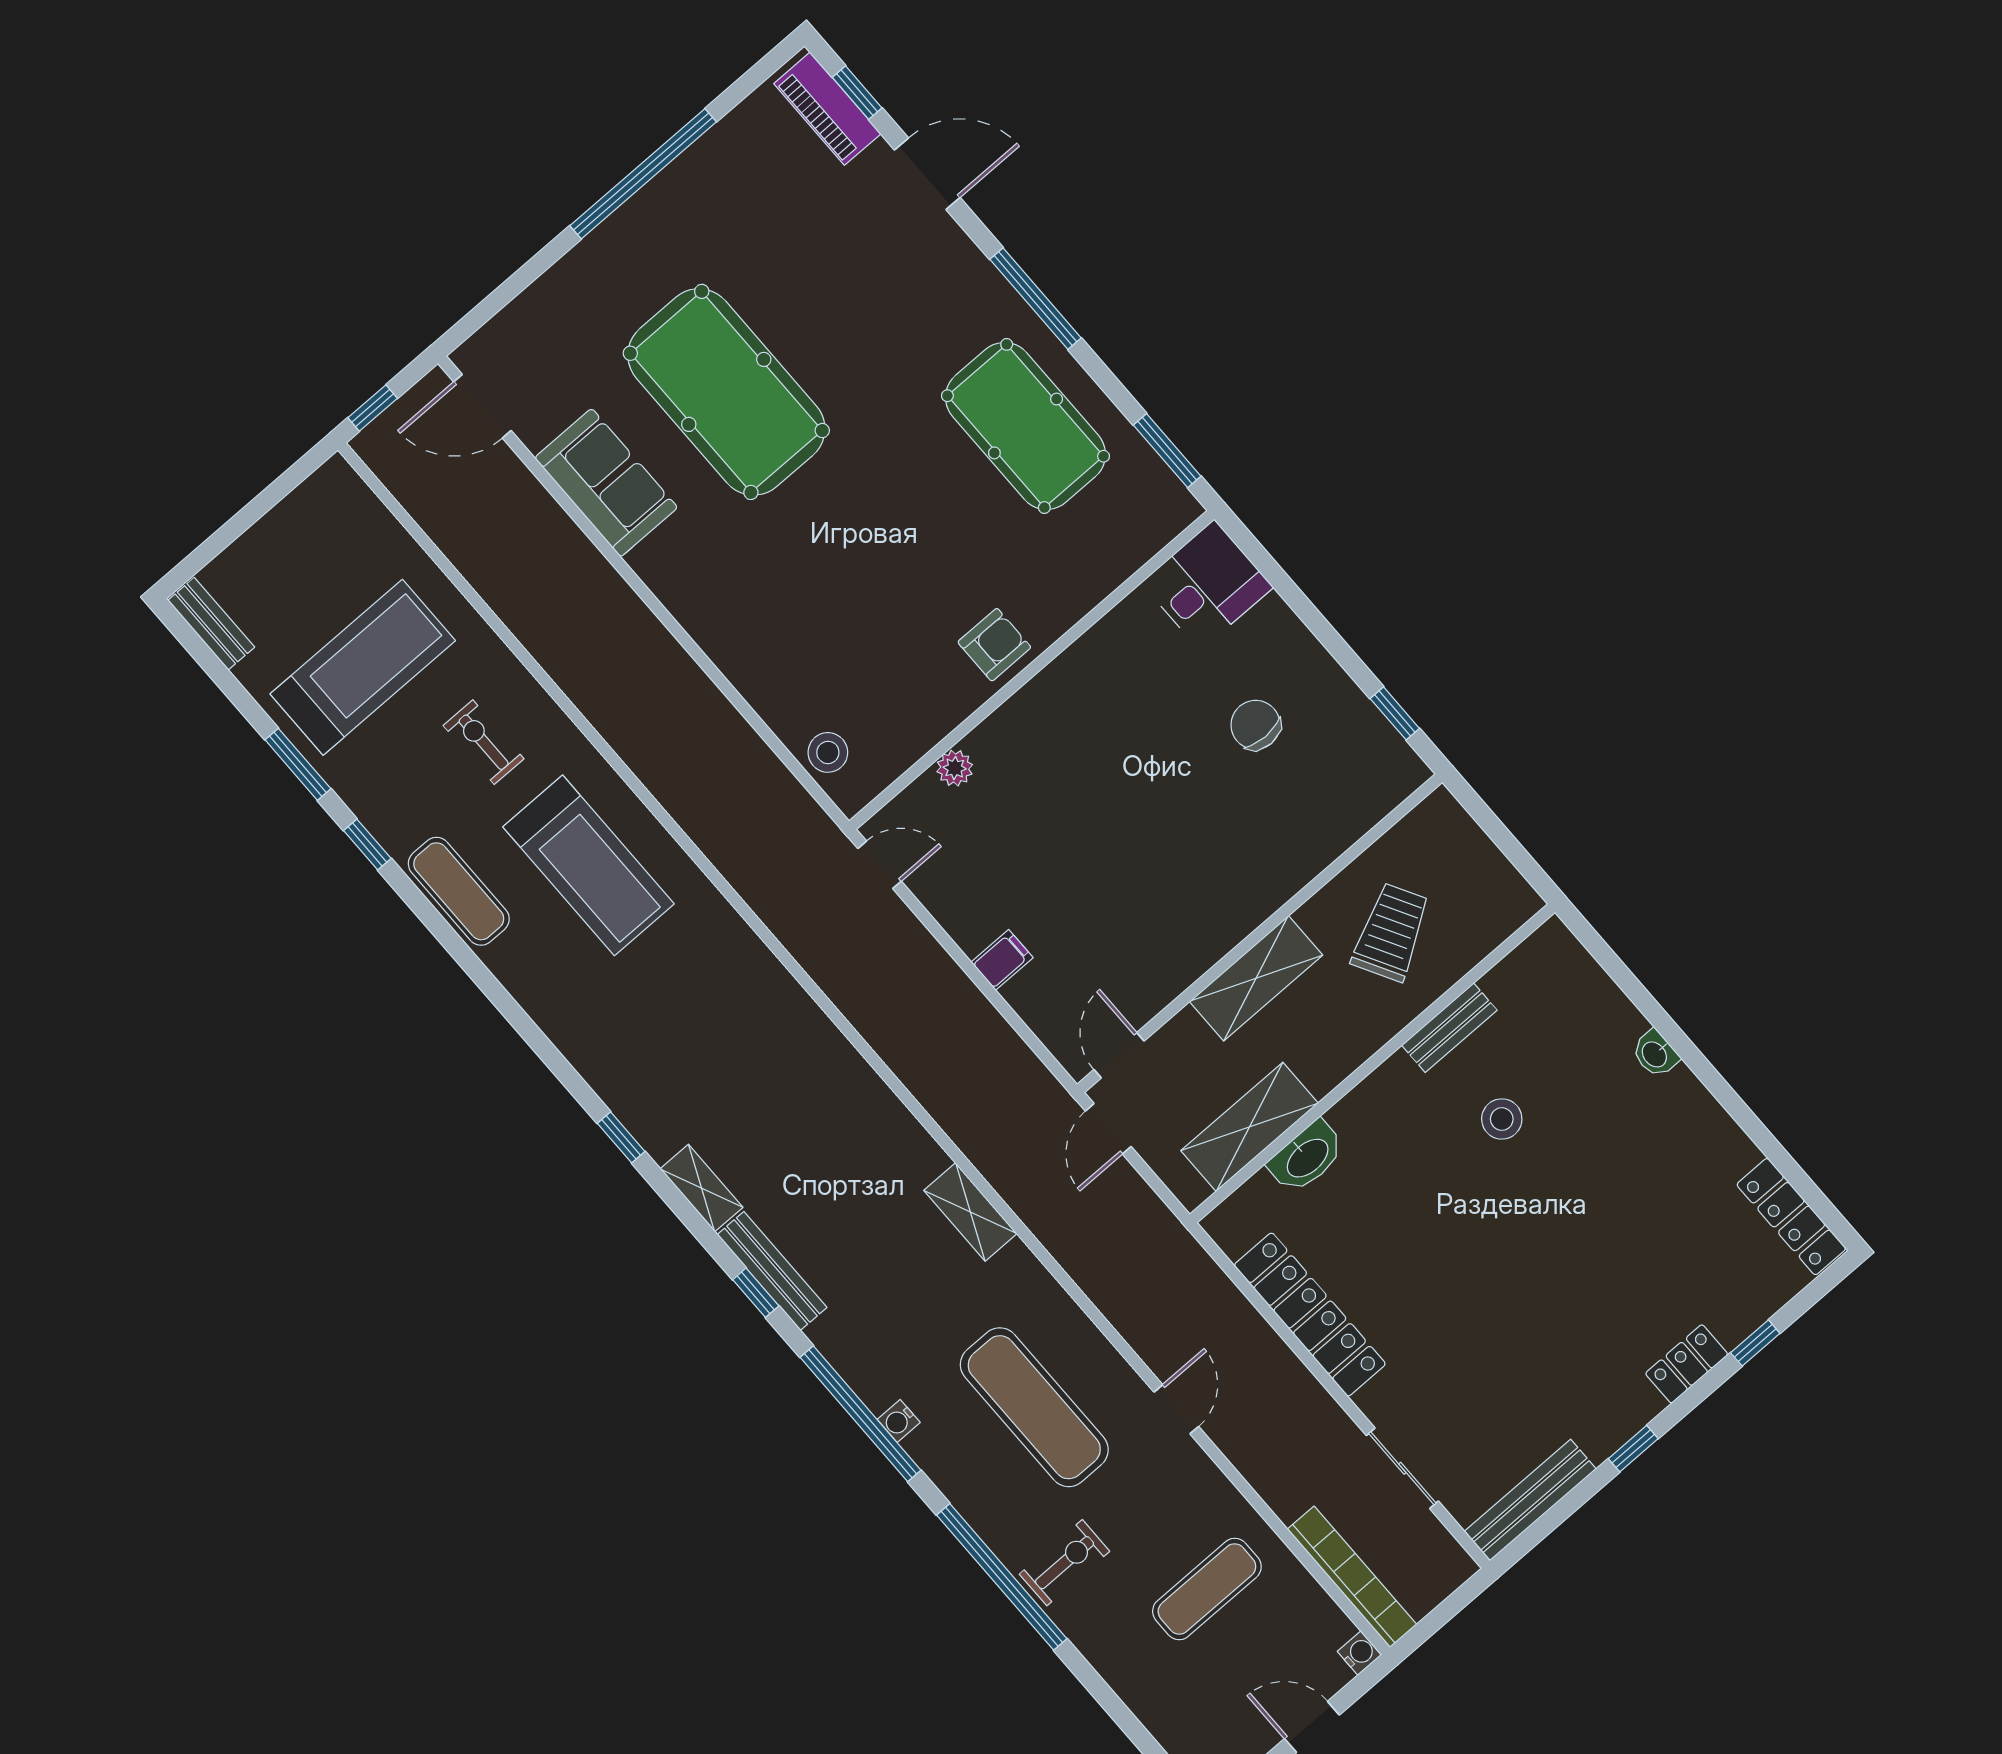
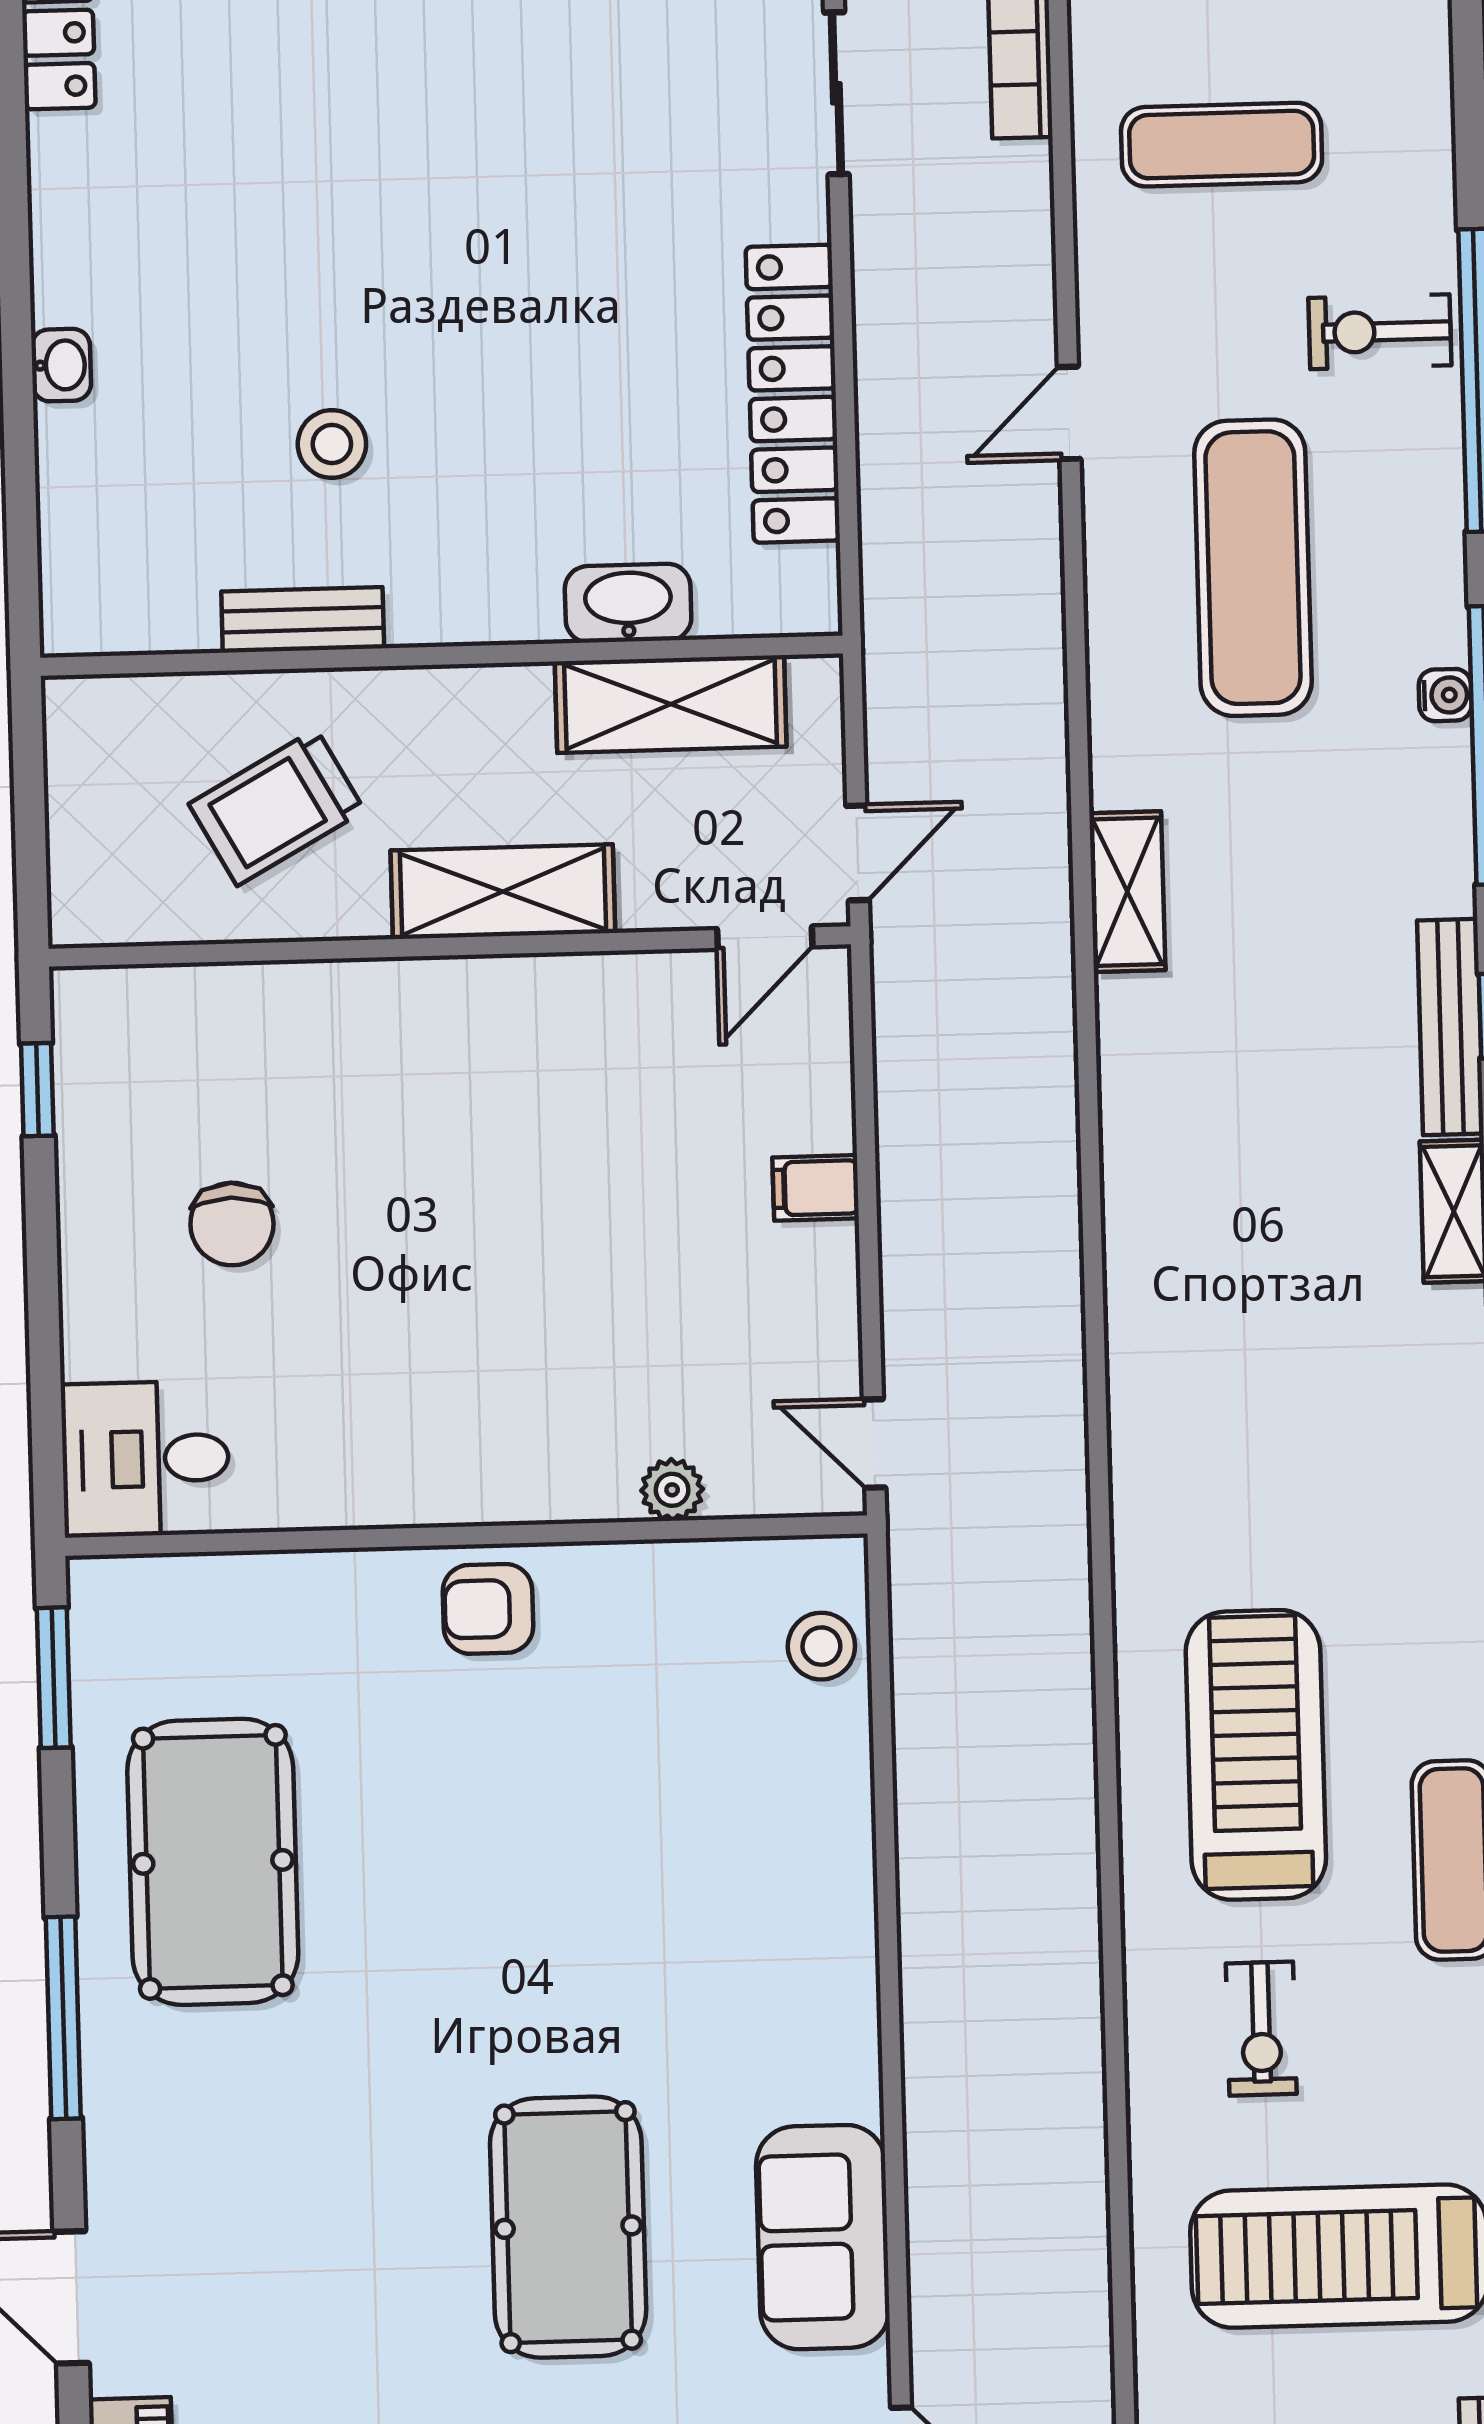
pool table: (726, 392) -> (568, 2227), width x0.73, depth x0.76

